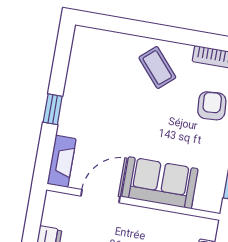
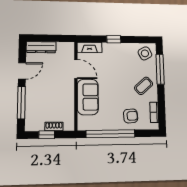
window: (129, 27) -> (160, 69), added
side table: (92, 51) -> (145, 53), added

